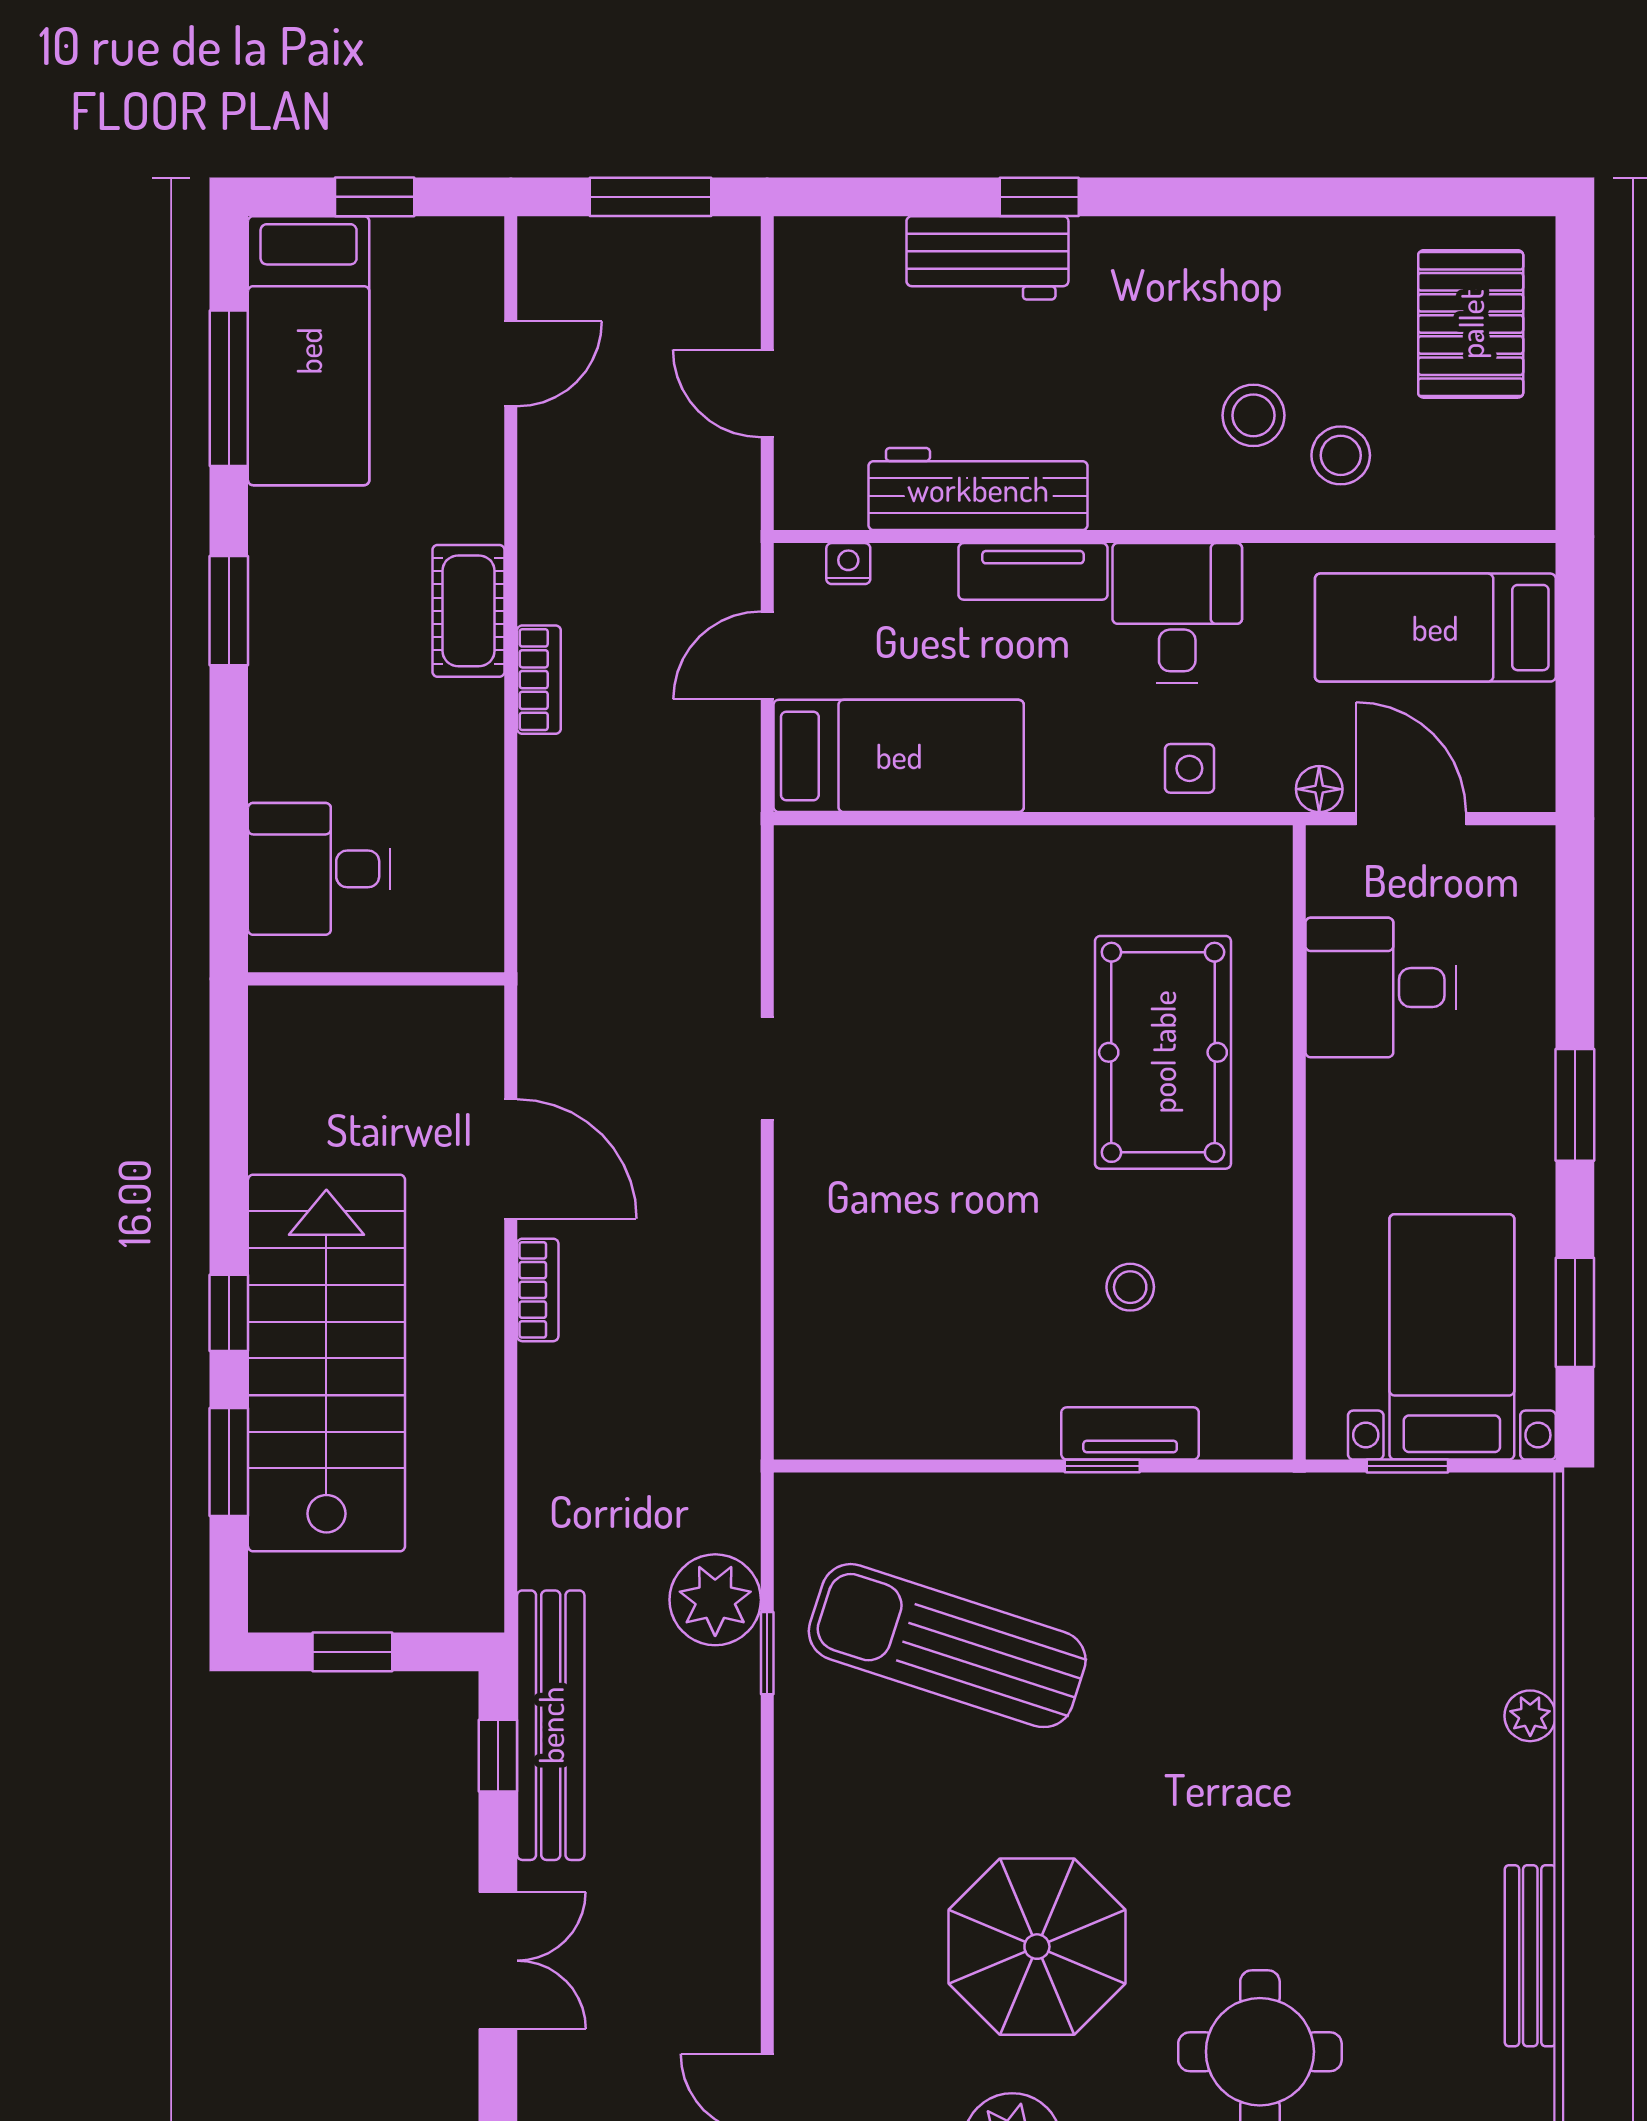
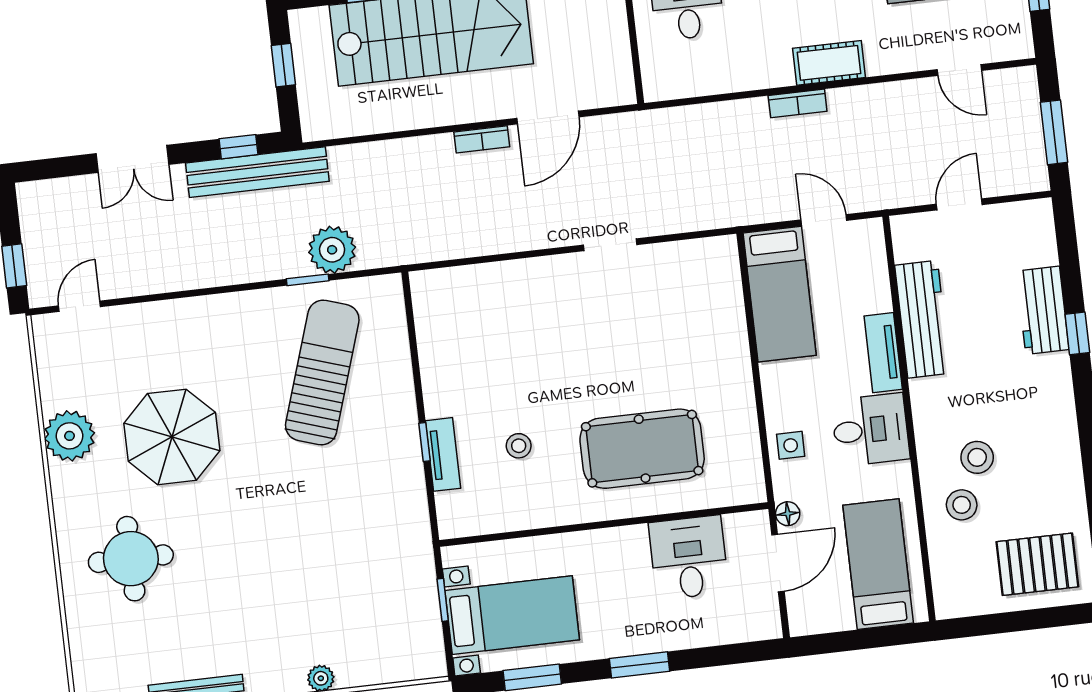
nightstand: (848, 564) -> (876, 257), removed

